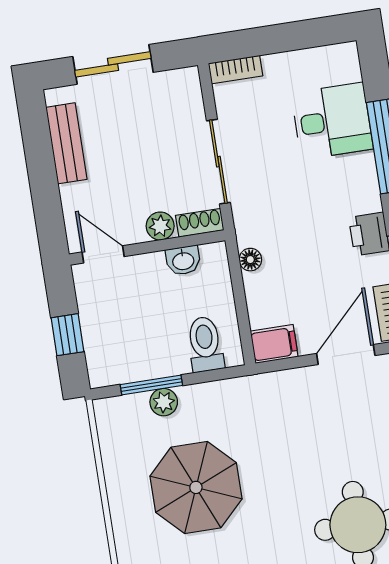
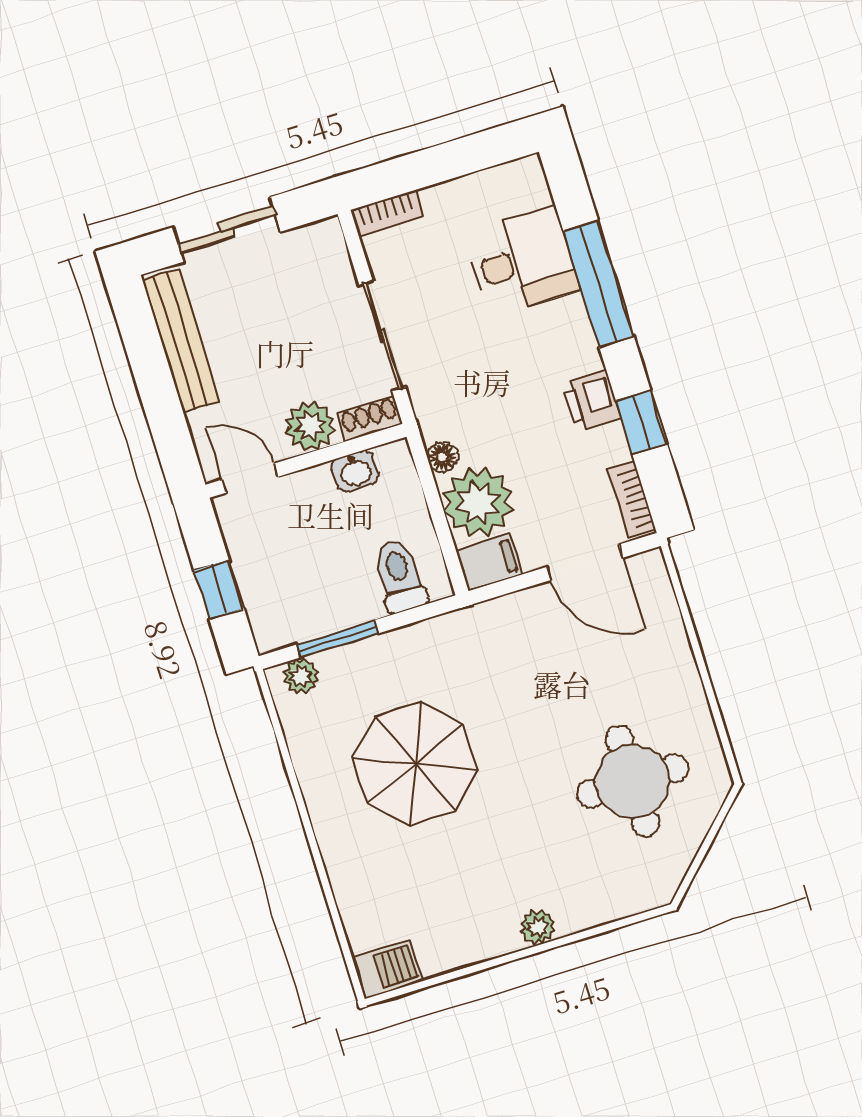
bench: (66, 143) -> (181, 341), width x1.36
plant: (160, 226) -> (310, 426), width x1.38, depth x1.38
plant: (272, 298) -> (478, 502), added
door: (346, 355) -> (585, 562), swing flipped
plant: (164, 402) -> (301, 676), moved

